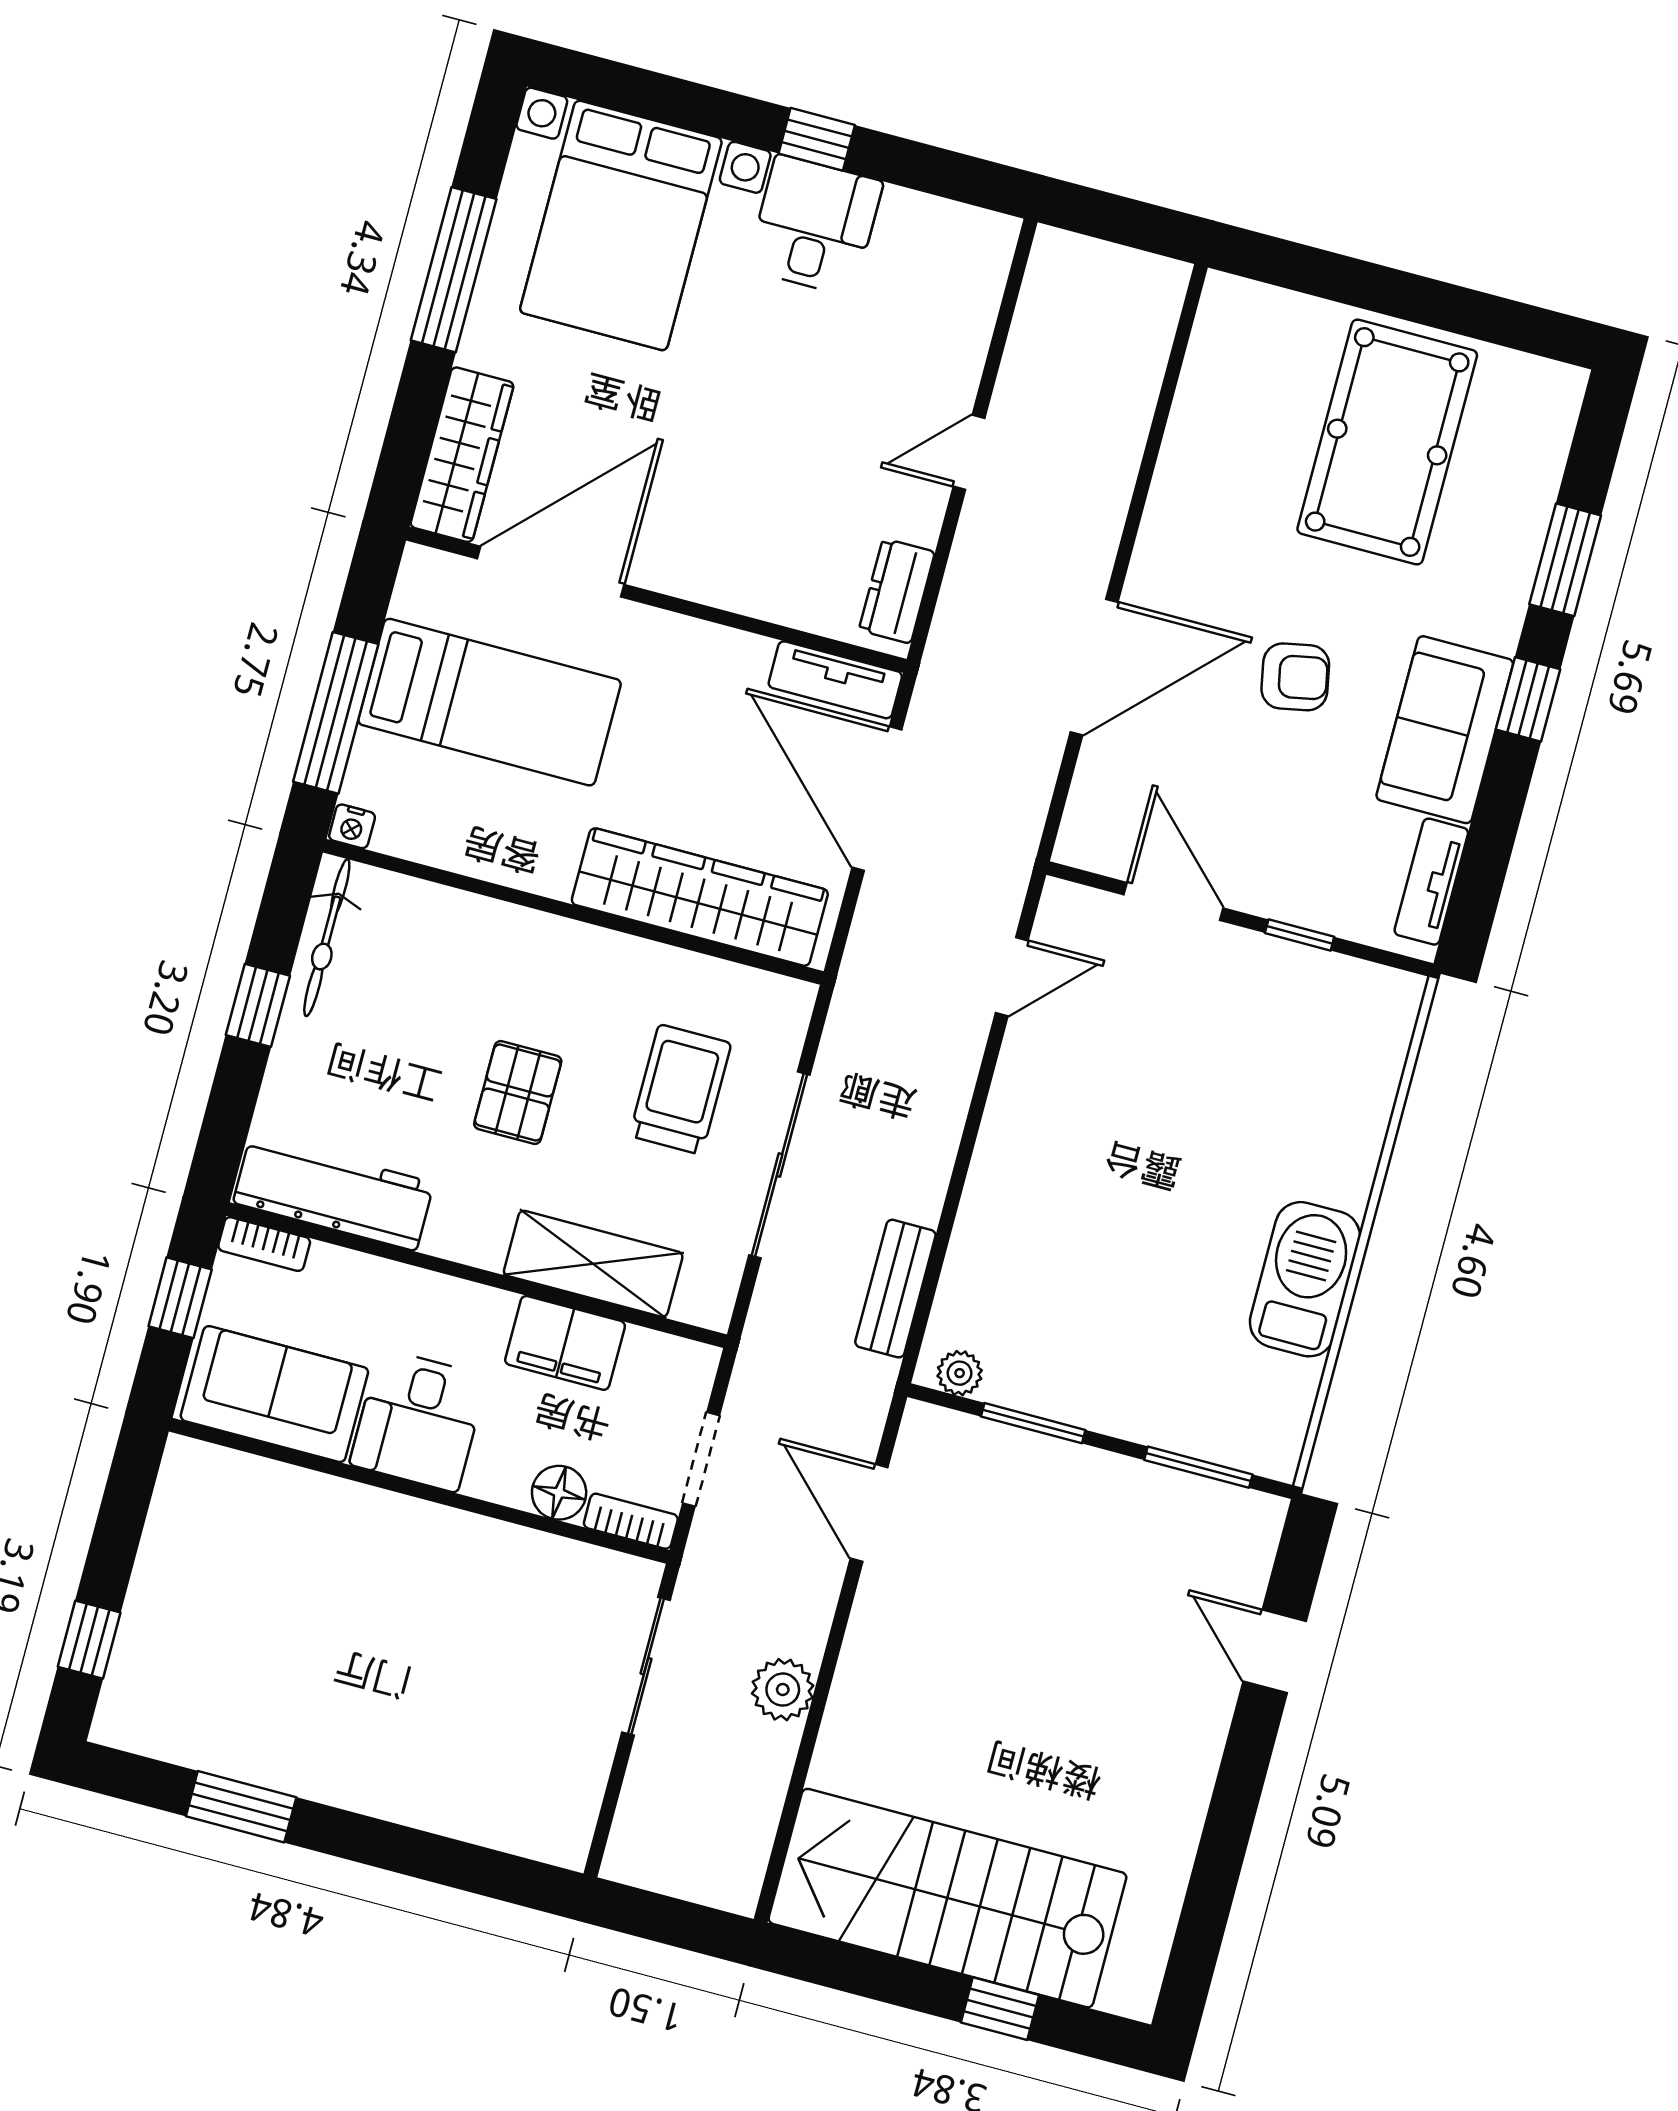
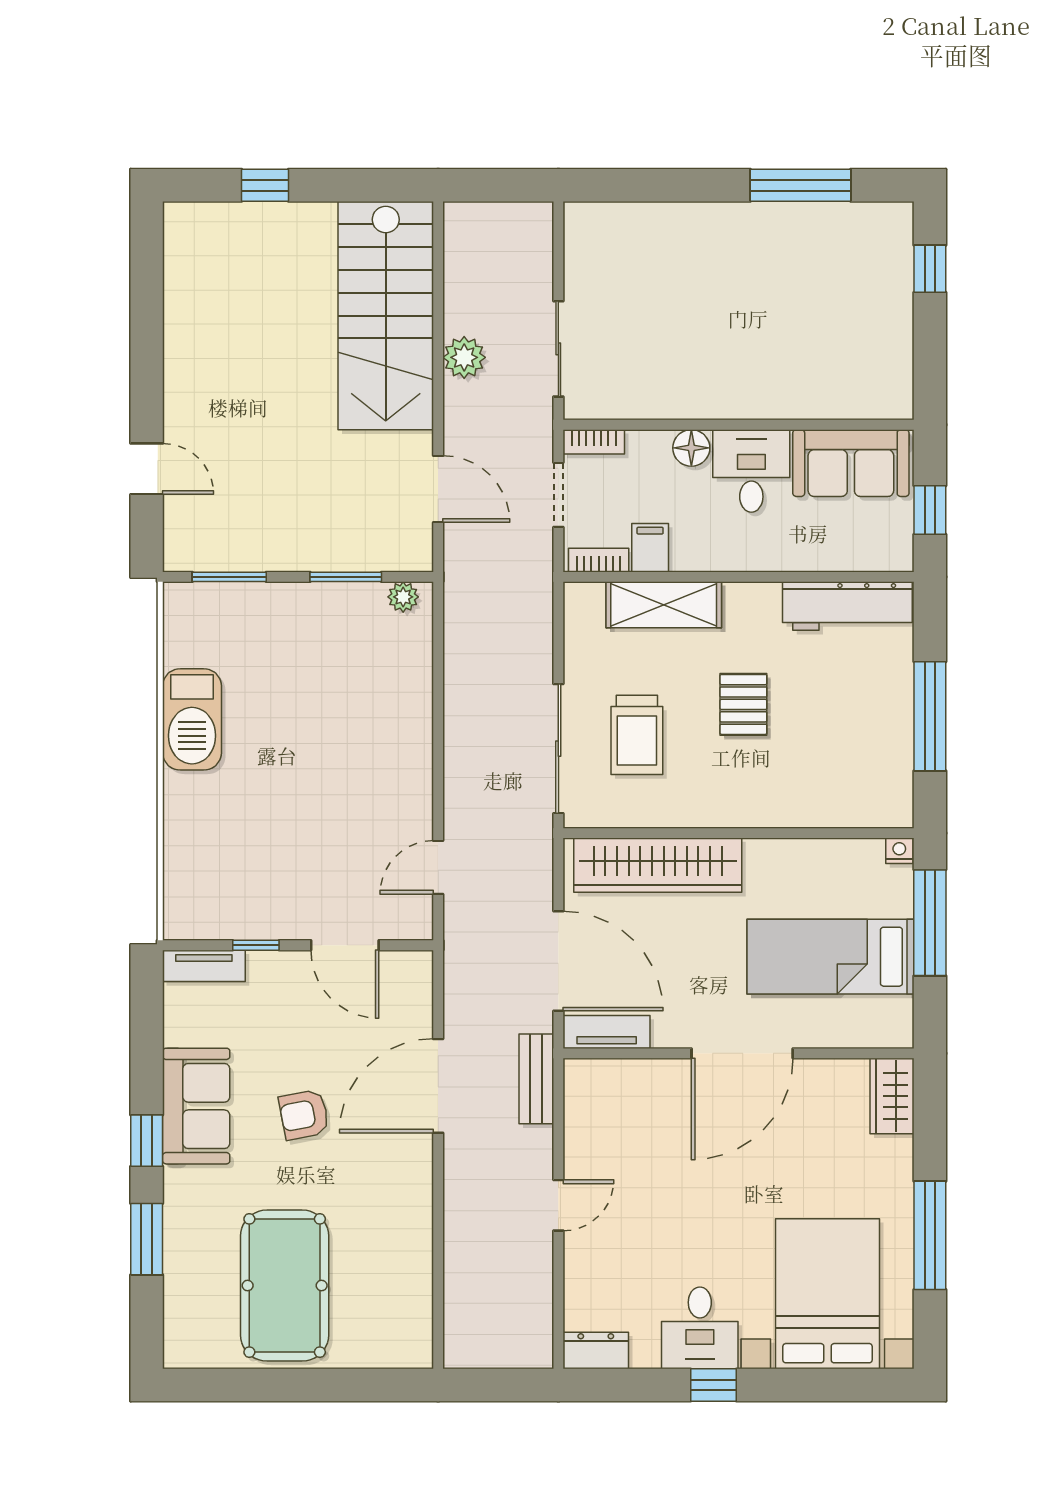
wardrobe: (462, 455) -> (892, 1096), width x0.67
door: (551, 572) -> (742, 1053), moved
dresser: (897, 591) -> (596, 1351), moved, turned -90
tv unit: (1431, 882) -> (204, 966), moved, turned 90
bicycle: (327, 938) -> (896, 773), removed
window: (258, 1005) -> (930, 716), width x2.17
sliding door: (779, 1165) -> (558, 749), moved
bookcase: (264, 1244) -> (599, 560), moved
bench: (895, 1289) -> (536, 1079), moved
filing cabinet: (565, 1343) -> (650, 548), width x0.50
floor lamp: (559, 1493) -> (691, 448), moved
window: (241, 1807) -> (801, 185), width x1.44
stairs: (947, 1898) -> (386, 316), moved, turned 90

